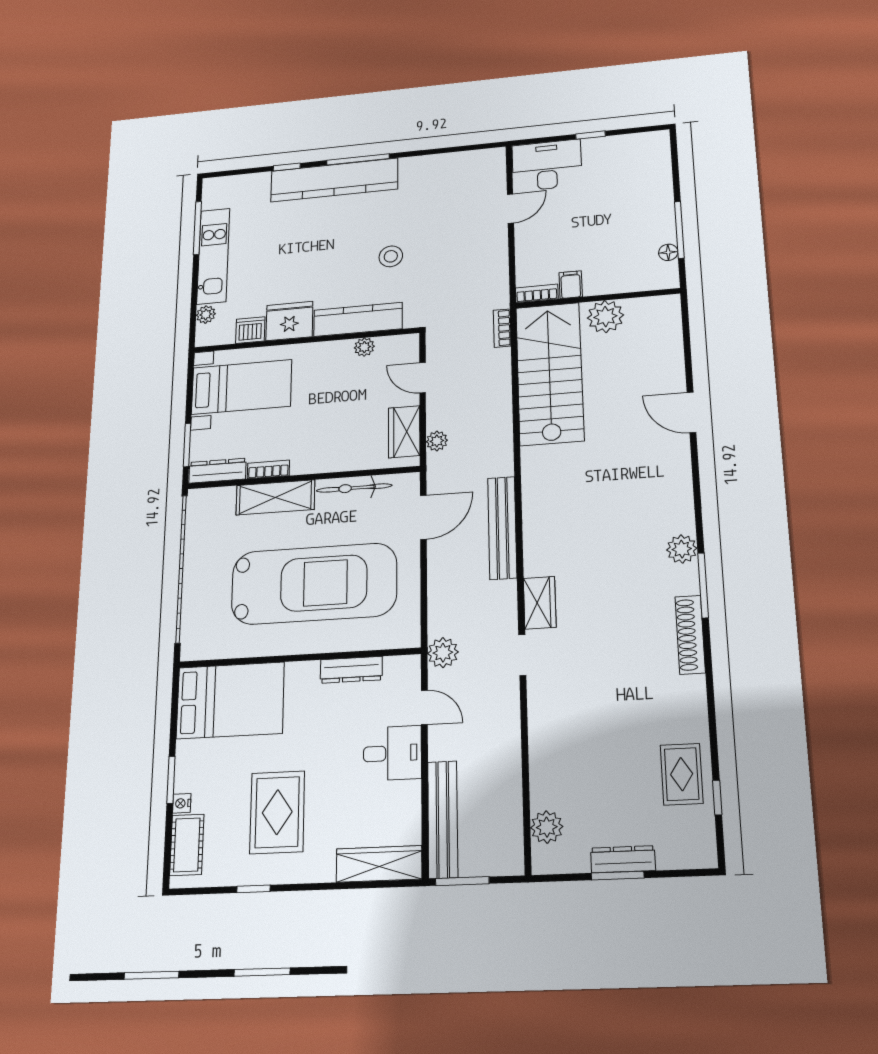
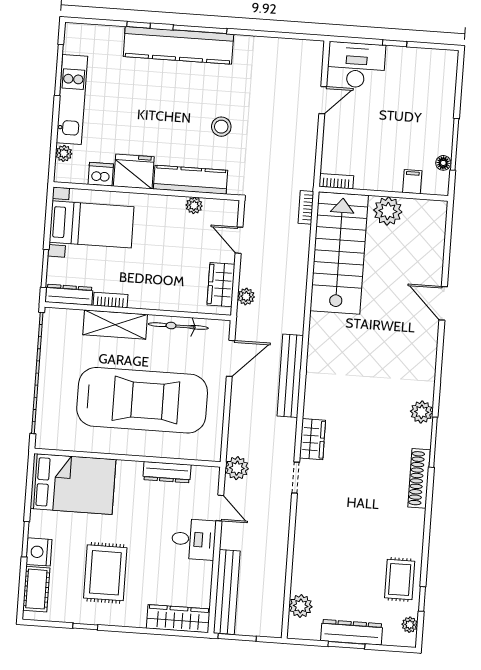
filing cabinet: (571, 285) -> (412, 182), moved
nightstand: (182, 803) -> (39, 552), width x1.89, depth x1.79
plant: (705, 836) -> (410, 625), added
dresser: (623, 859) -> (352, 632), width x1.37, depth x1.24

